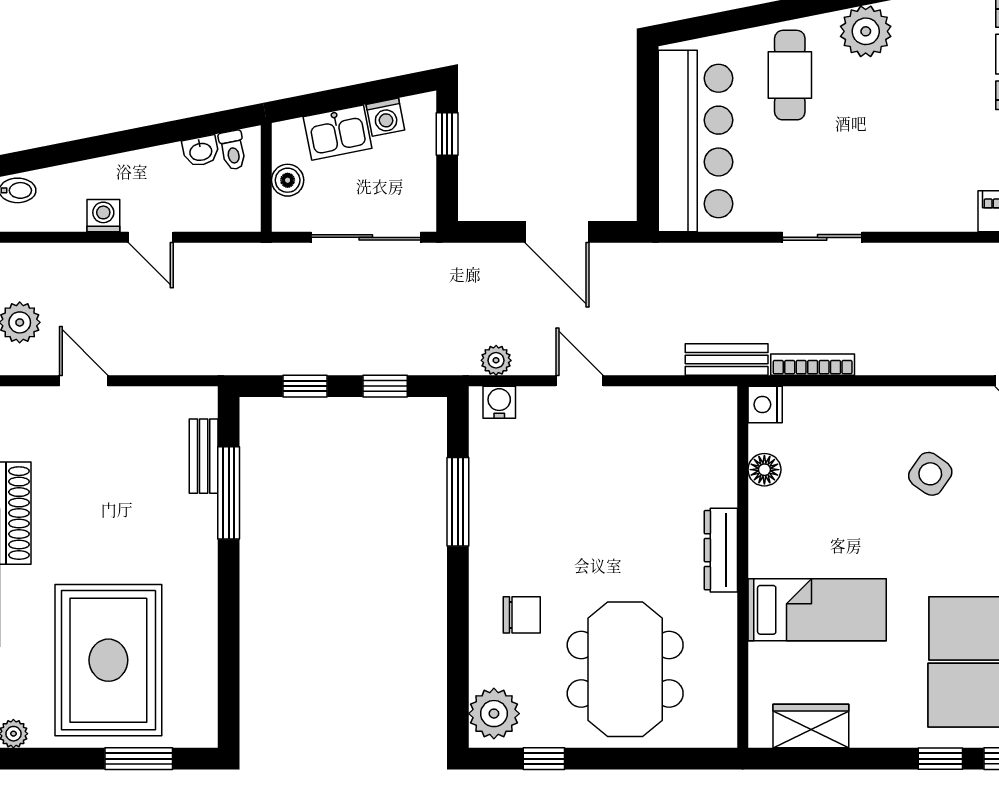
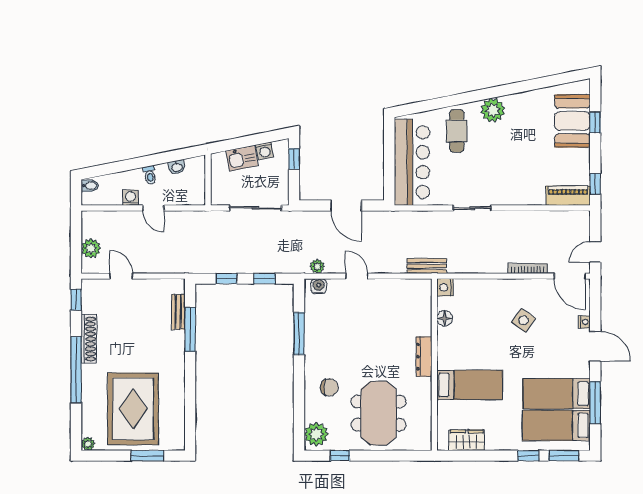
toilet: (233, 150) -> (150, 175), moved
boiler: (288, 180) -> (218, 181), removed
bookcase: (813, 365) -> (528, 268), moved

